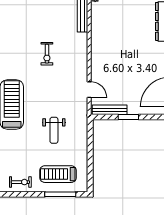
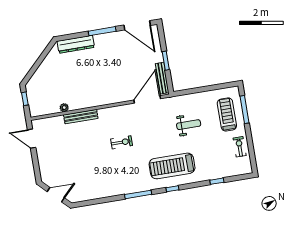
door: (89, 90) -> (147, 99), width x1.88
treadmill: (58, 174) -> (227, 114), turned 180

